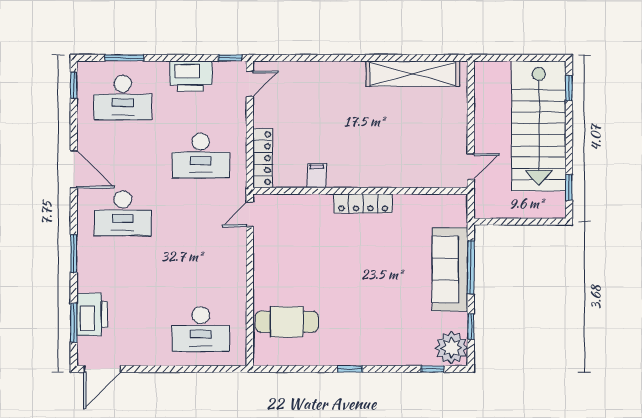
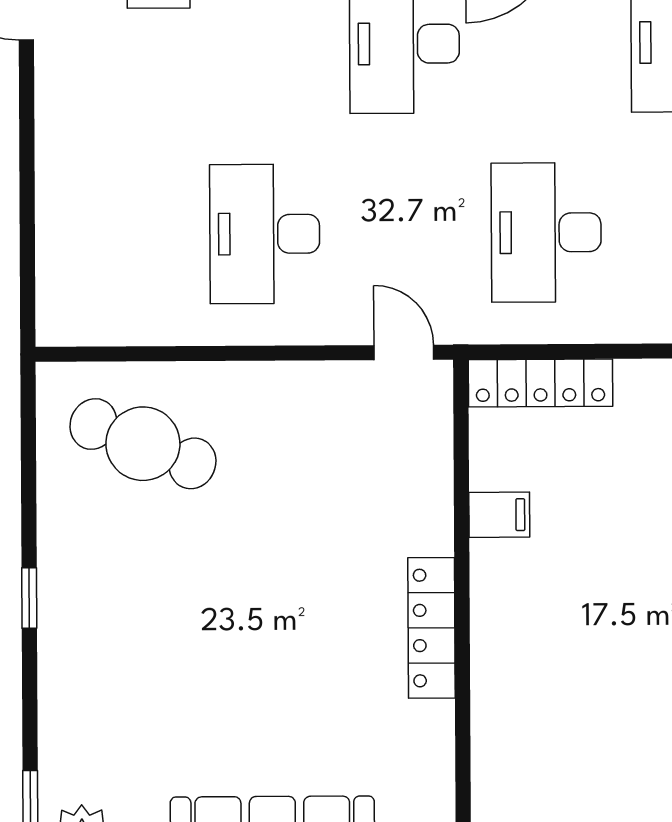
cafe table: (287, 322) -> (143, 444), turned -68
desk: (201, 329) -> (265, 234), moved

